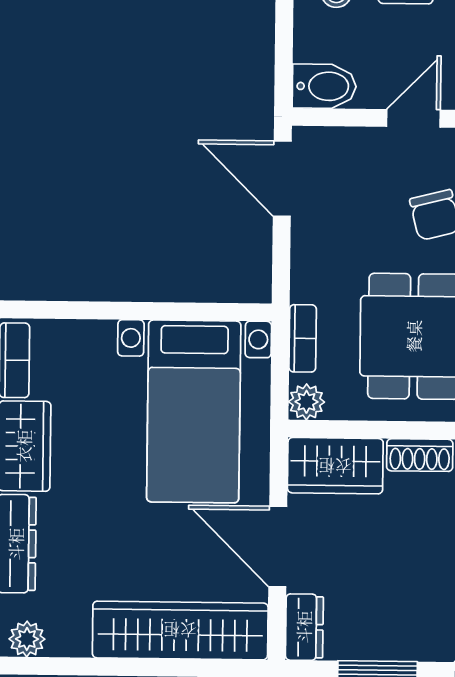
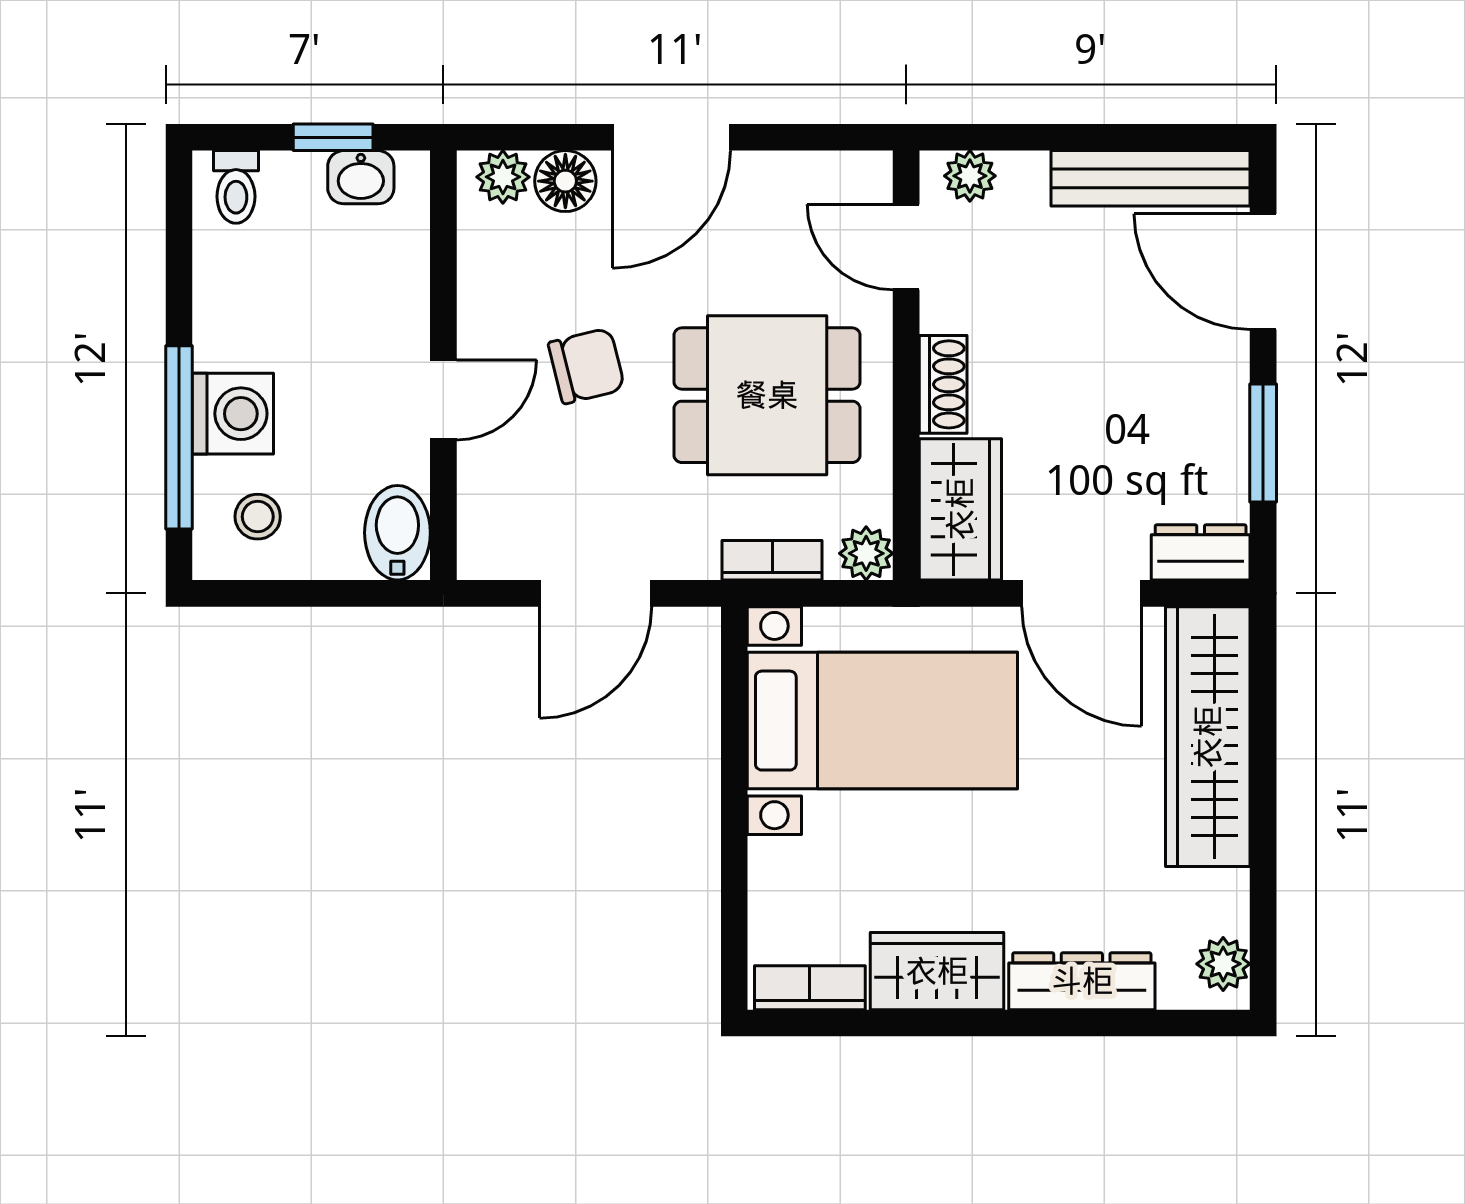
door: (413, 118) -> (443, 400), swing flipped
door: (282, 179) -> (596, 593), moved
door: (278, 547) -> (1081, 593), hinge flipped

